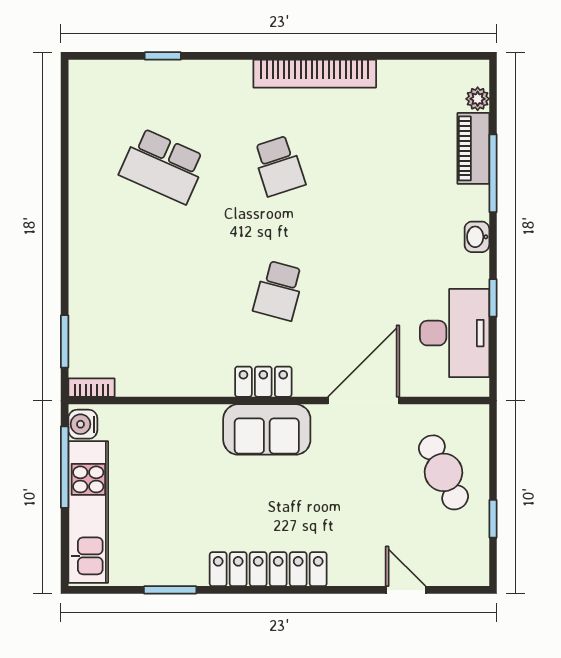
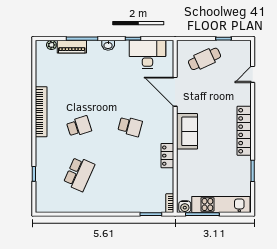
locker: (263, 382) -> (167, 156), moved

